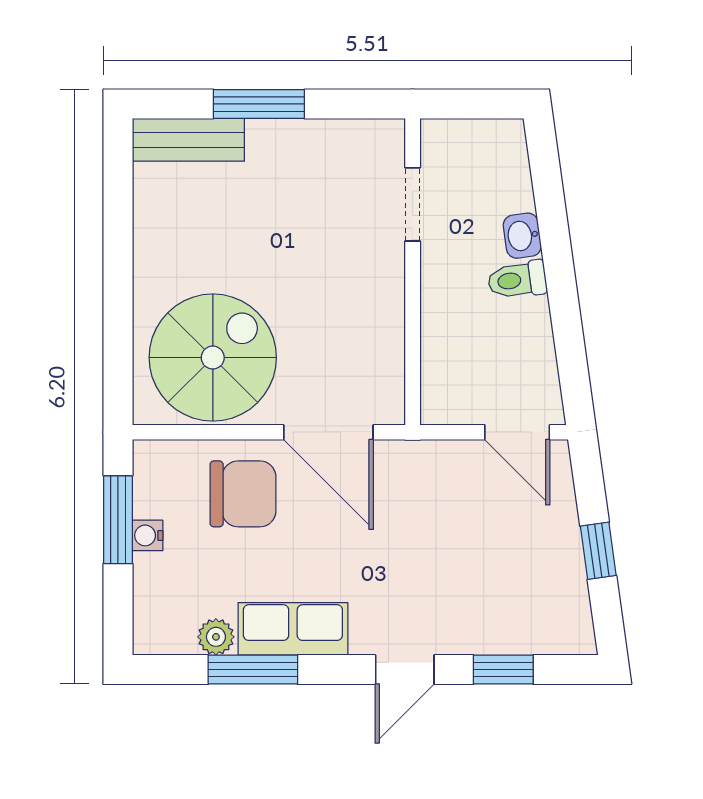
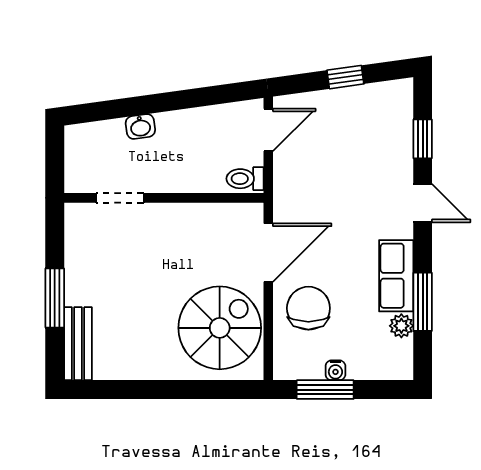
toilet: (517, 280) -> (245, 179), moved, turned 98
spiral stairs: (213, 358) -> (220, 328), turned 90

